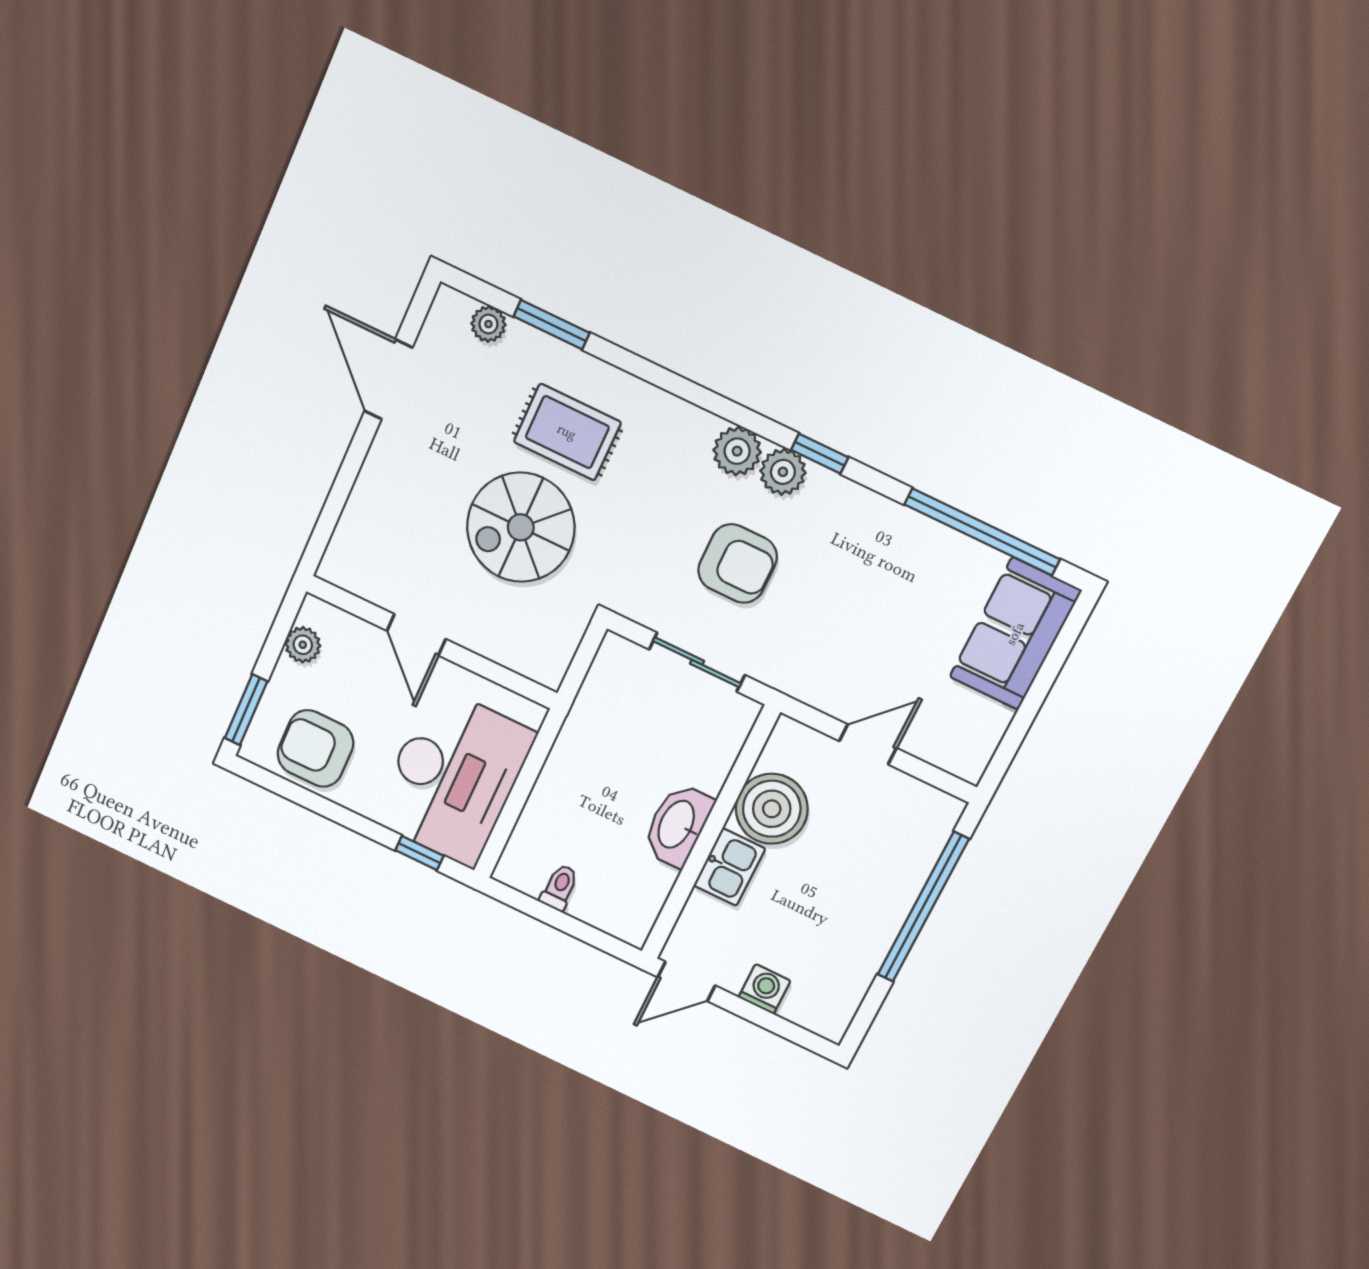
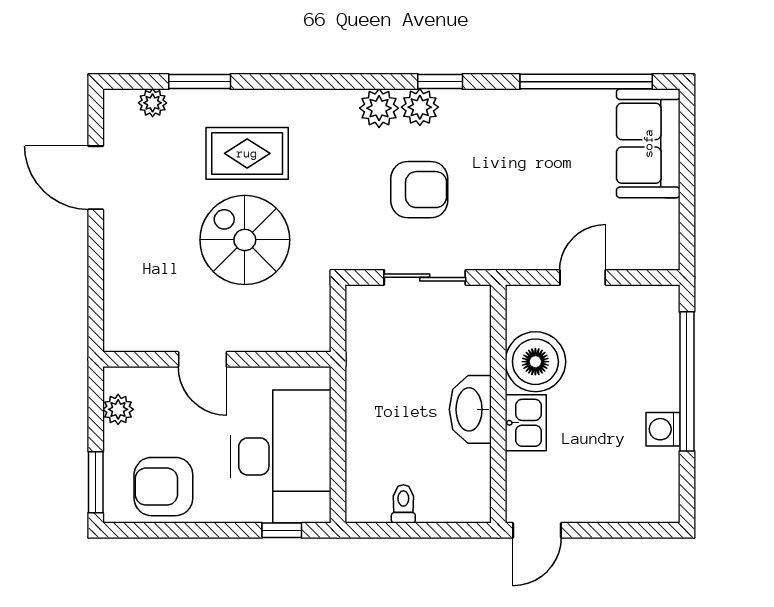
spiral stairs: (521, 527) -> (245, 240), turned 90
washing machine: (764, 989) -> (663, 429), moved, turned -90

